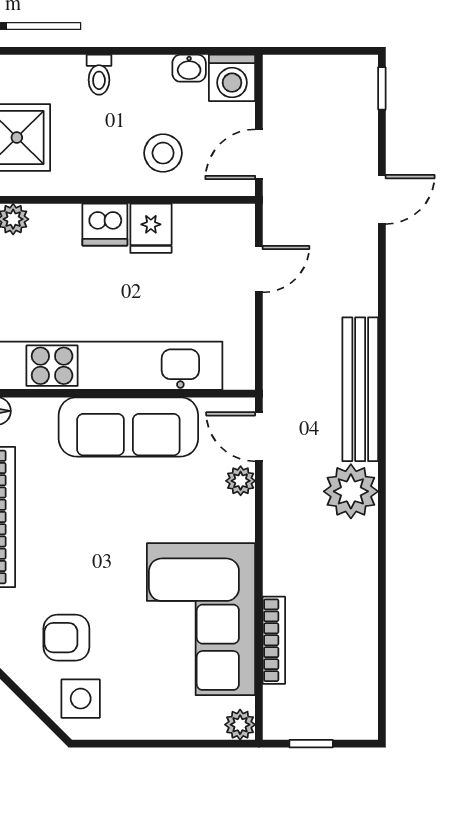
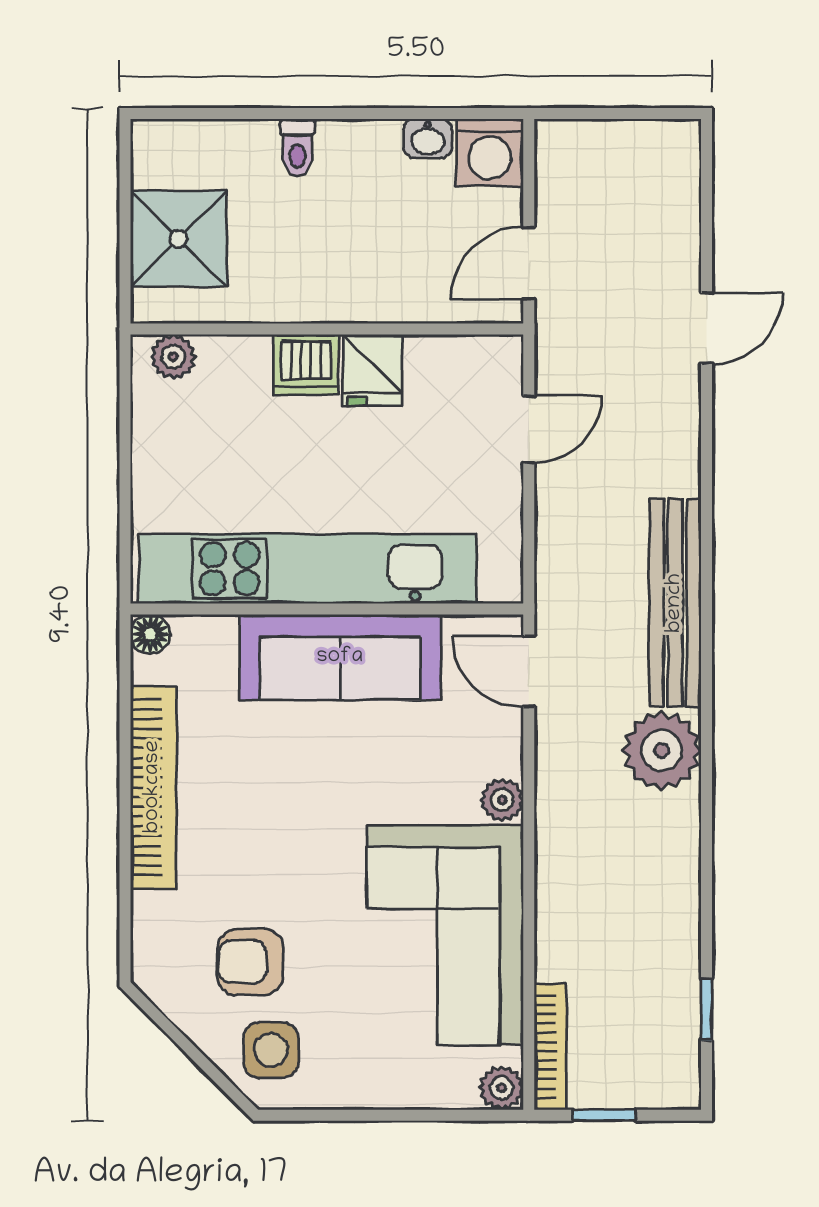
window: (382, 88) -> (706, 1009), moved
stool: (163, 153) -> (390, 261), removed
plant: (241, 481) -> (502, 800), moved
bookcase: (274, 640) -> (550, 1047), moved

